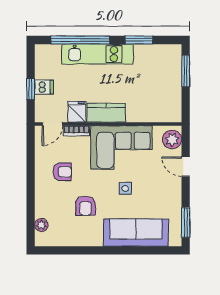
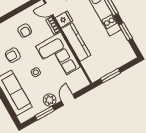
window: (186, 71) -> (110, 76), moved
kitchen counter: (106, 113) -> (76, 42), width x1.50
plant: (172, 139) -> (50, 100), moved
window: (186, 223) -> (45, 113), moved

